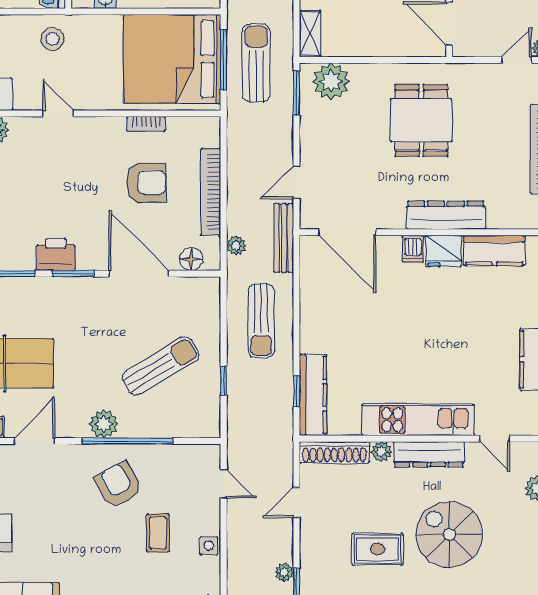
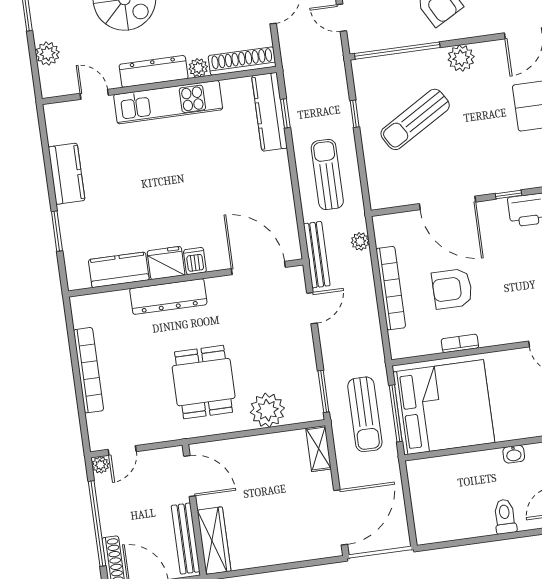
plant: (331, 81) -> (267, 410), moved
floor lamp: (191, 259) -> (400, 223), removed
window: (73, 274) -> (509, 195), width x0.67
window: (127, 441) -> (397, 51), moved

